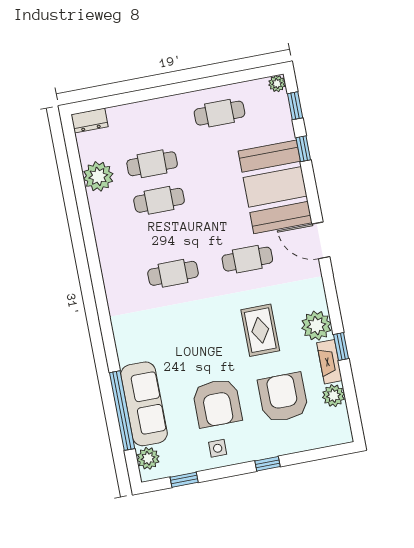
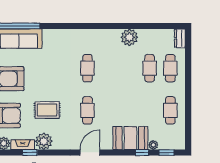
plant: (277, 84) -> (153, 145), moved
plant: (98, 176) -> (129, 37), moved
booth: (275, 187) -> (130, 138), width x0.73, depth x0.70
cafe table: (159, 200) -> (170, 68), moved

